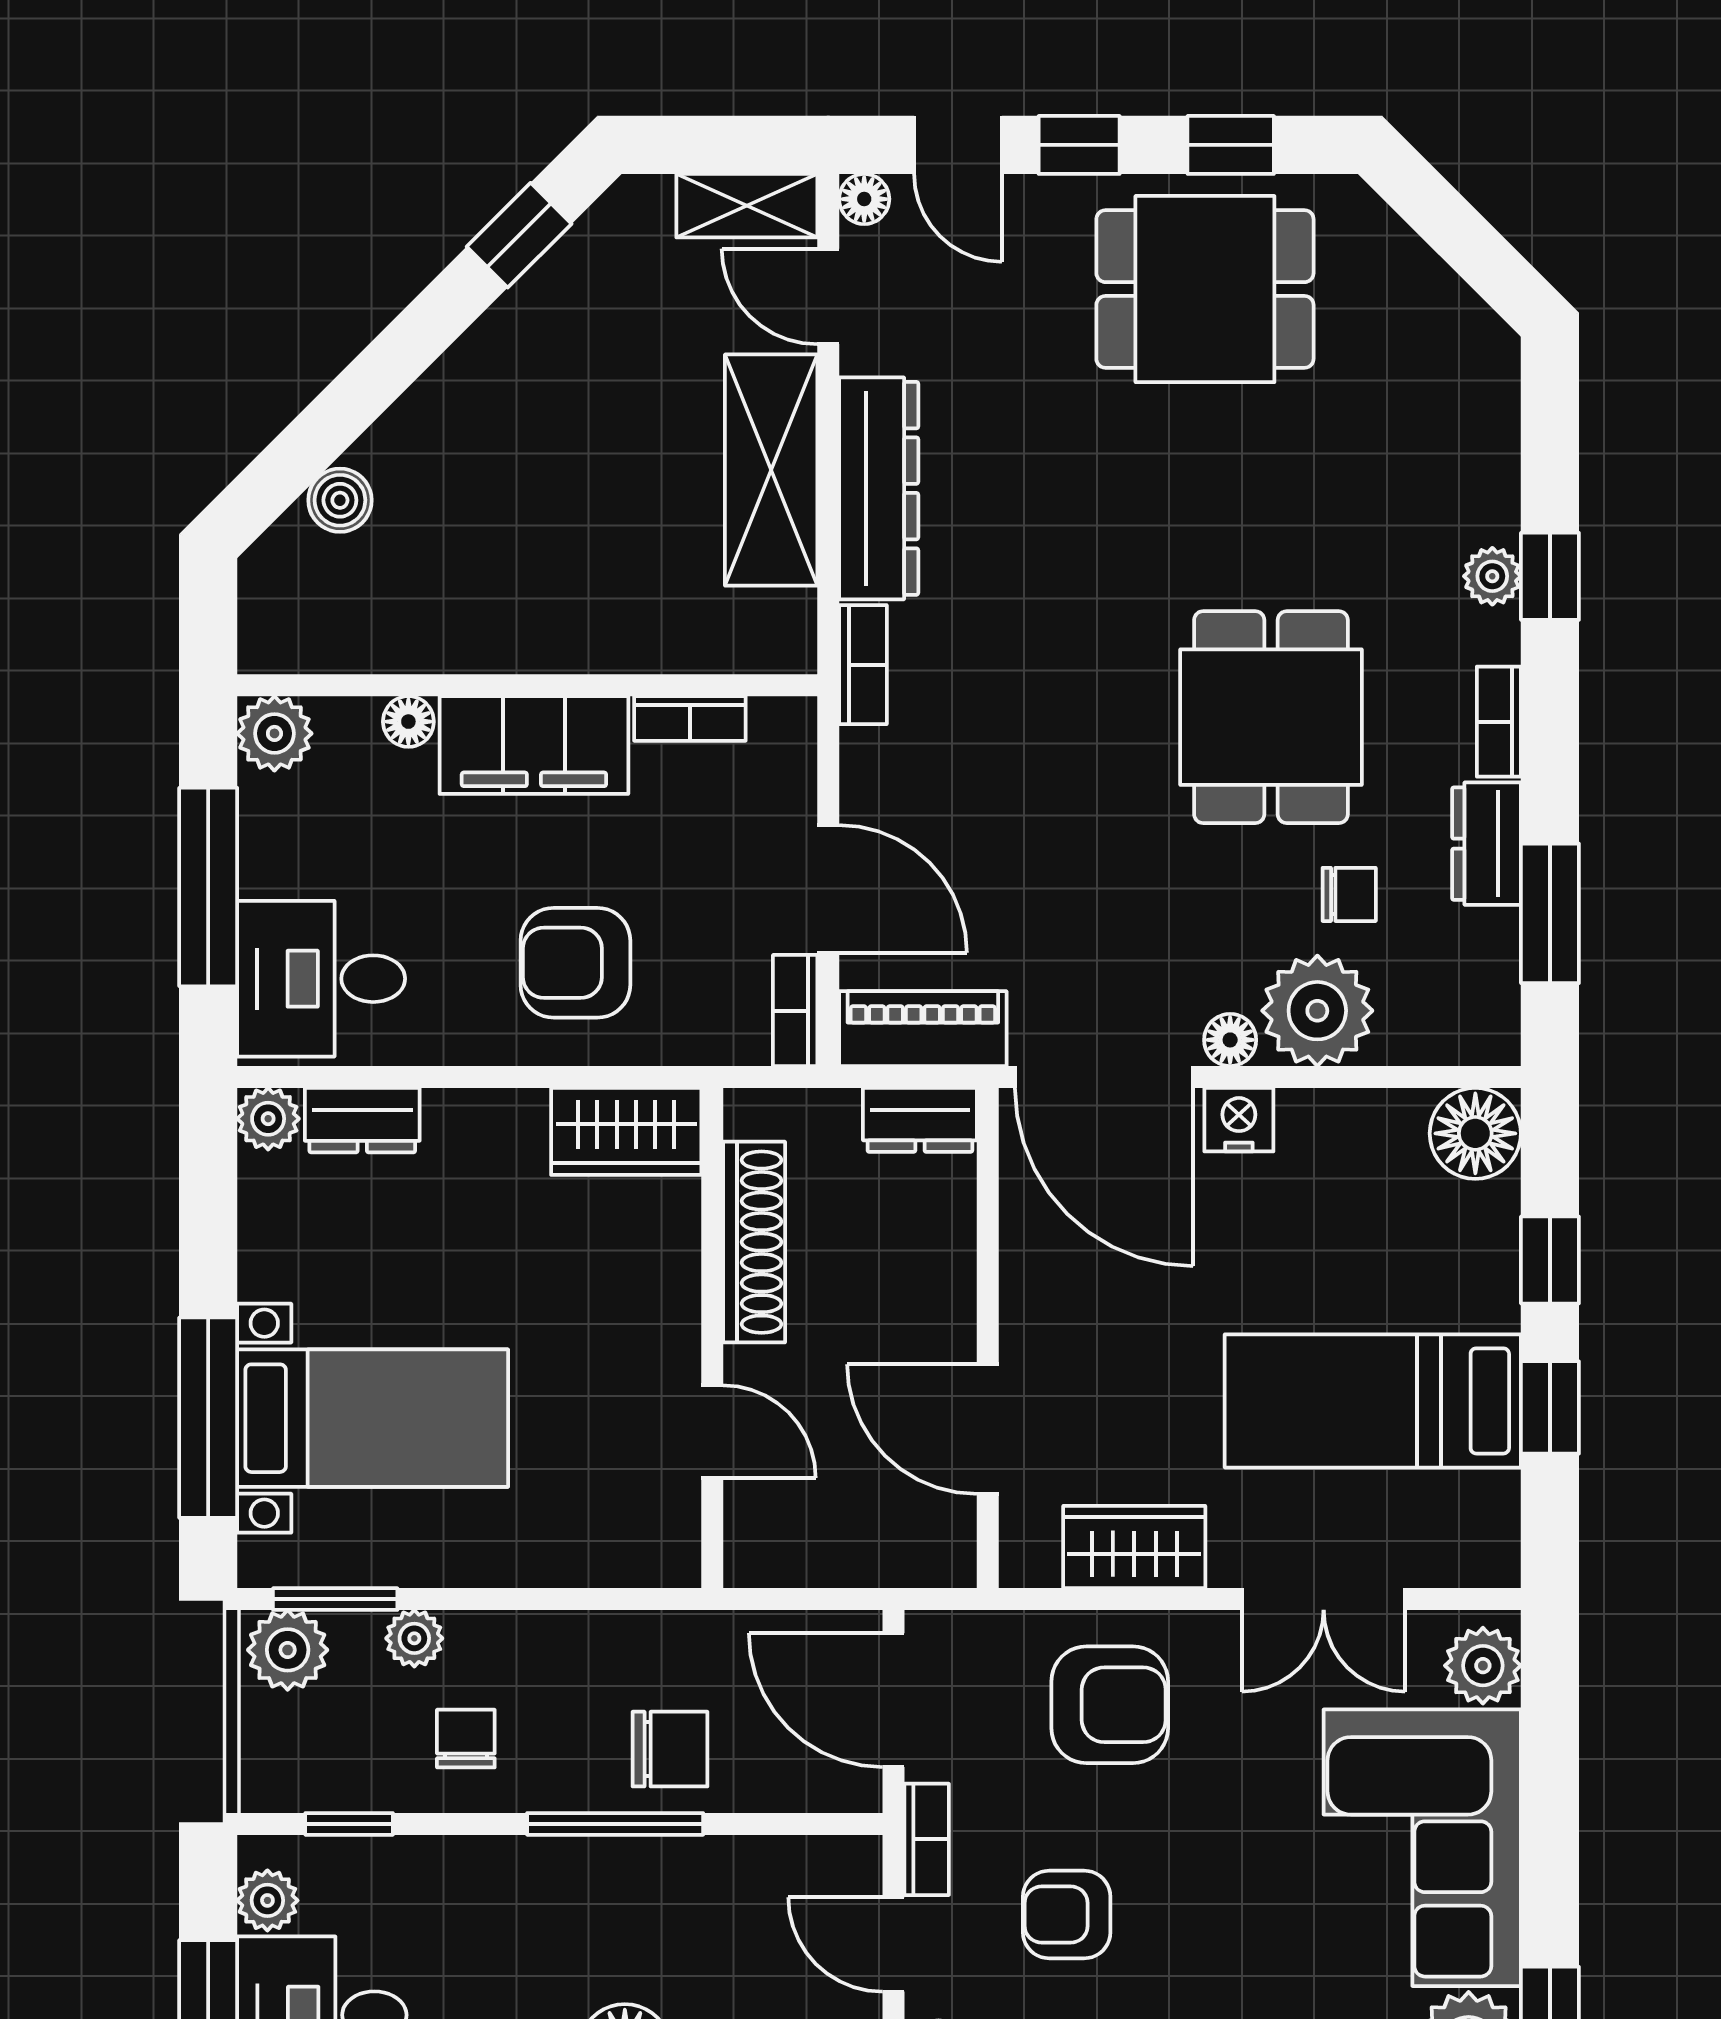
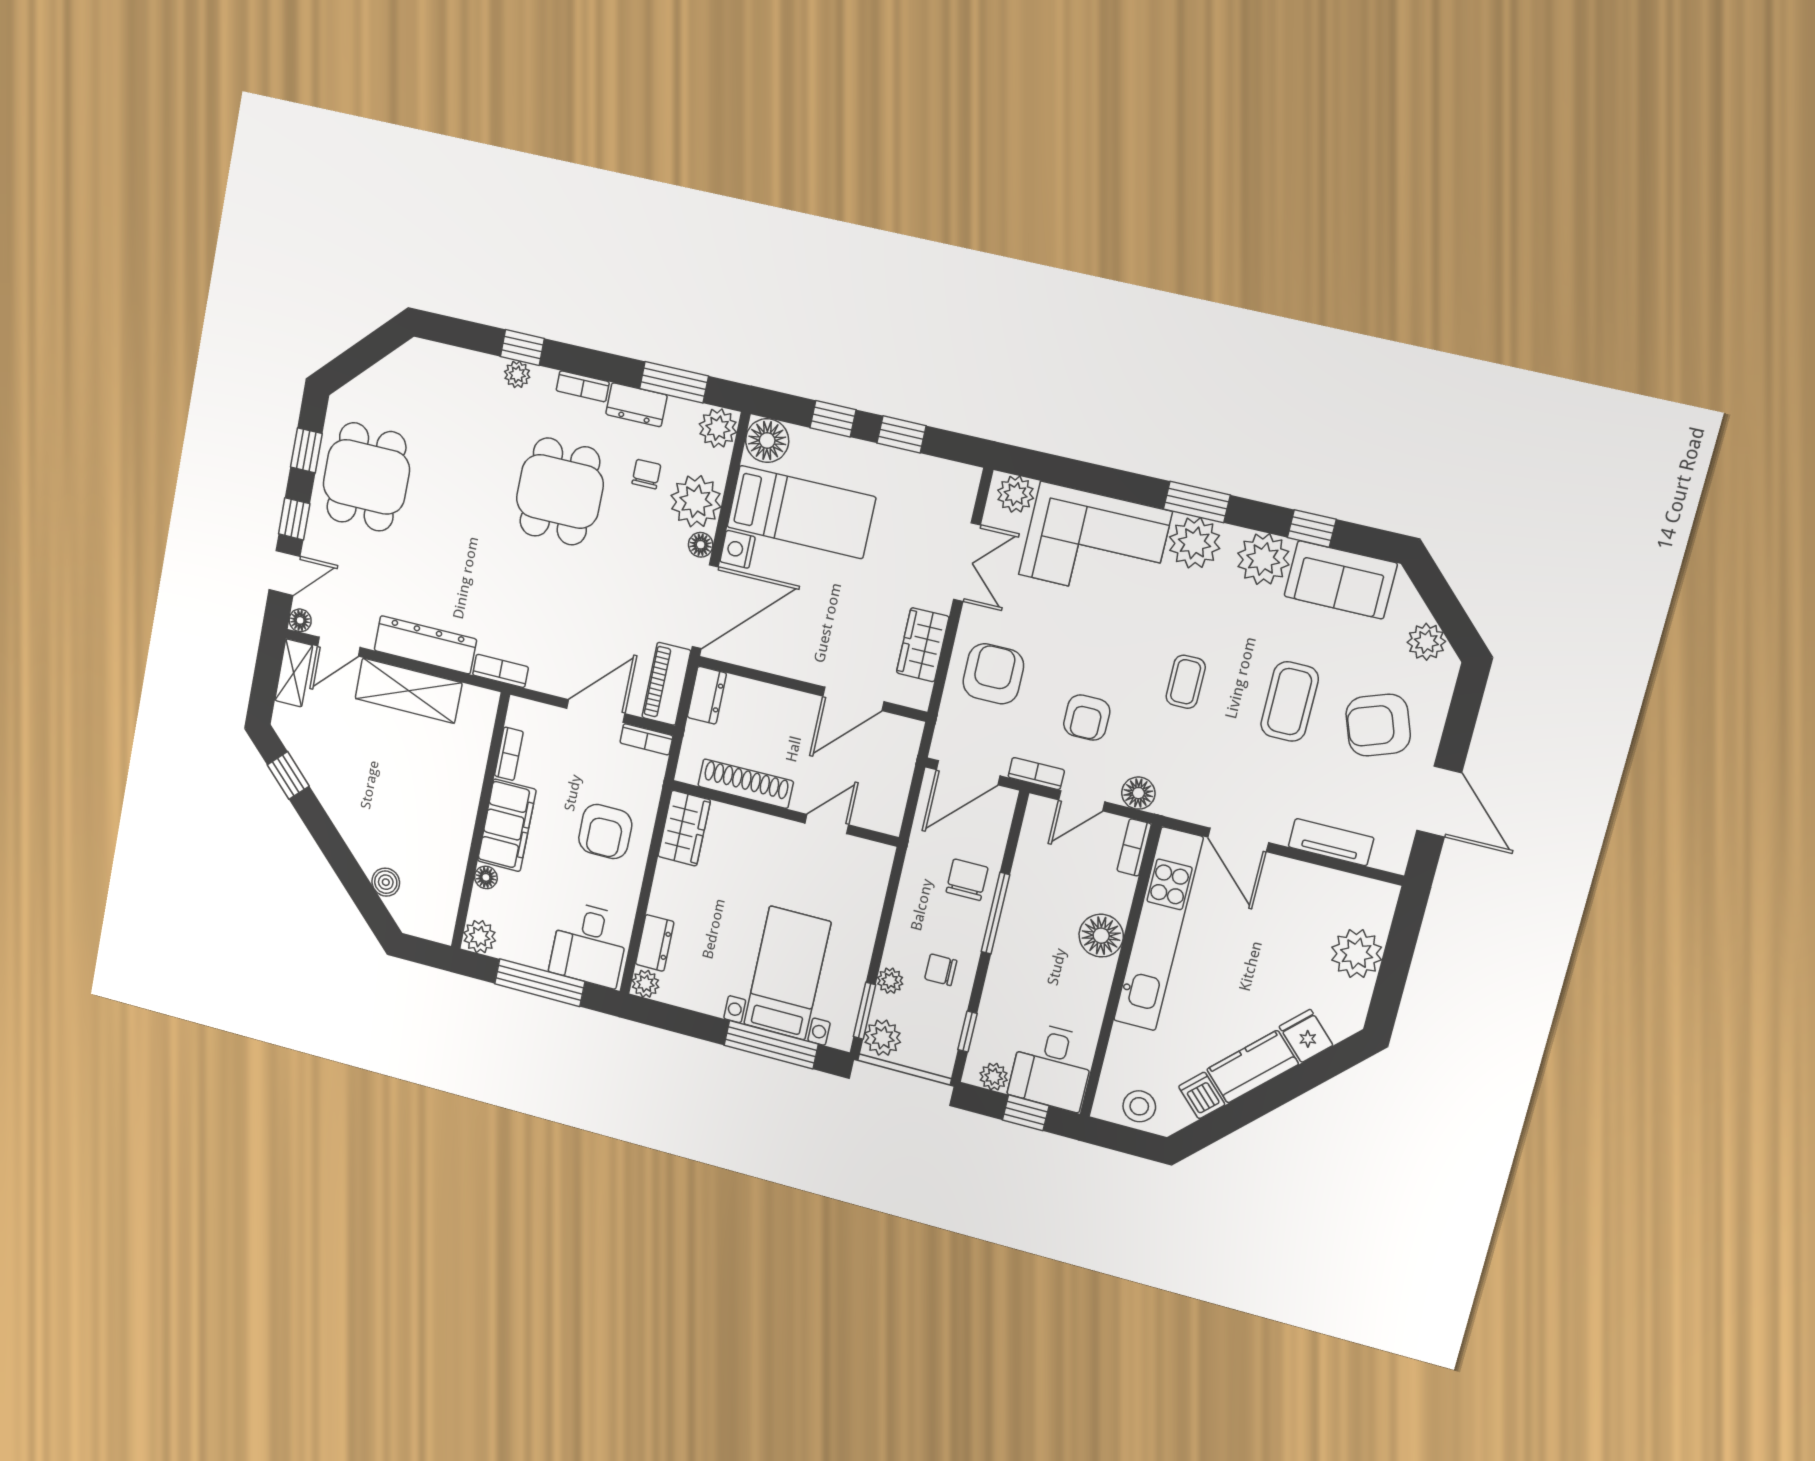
dining table: (1271, 717) -> (560, 492), turned 90
plant: (1477, 1025) -> (718, 428), added
bed: (1373, 1401) -> (801, 512), moved, turned -90

